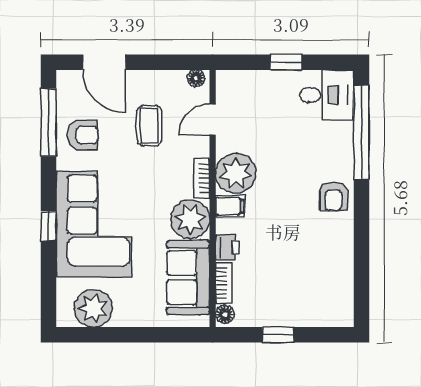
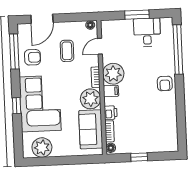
door: (104, 62) -> (42, 19), hinge flipped
window: (286, 62) -> (137, 15), width x1.50
desk: (327, 95) -> (147, 32), moved, turned -90

